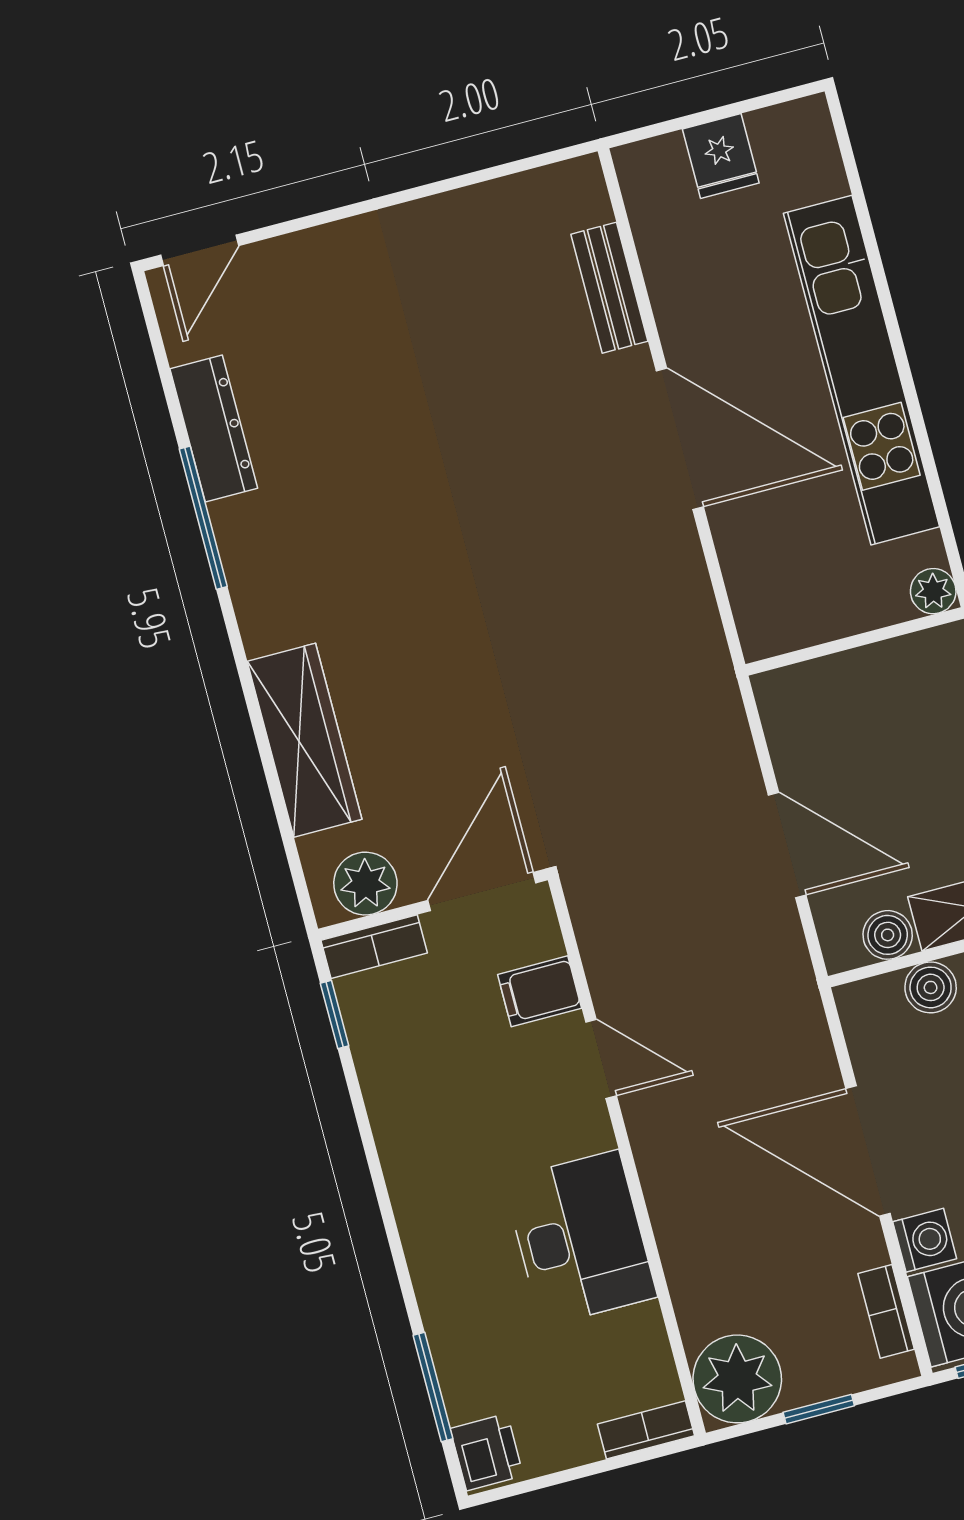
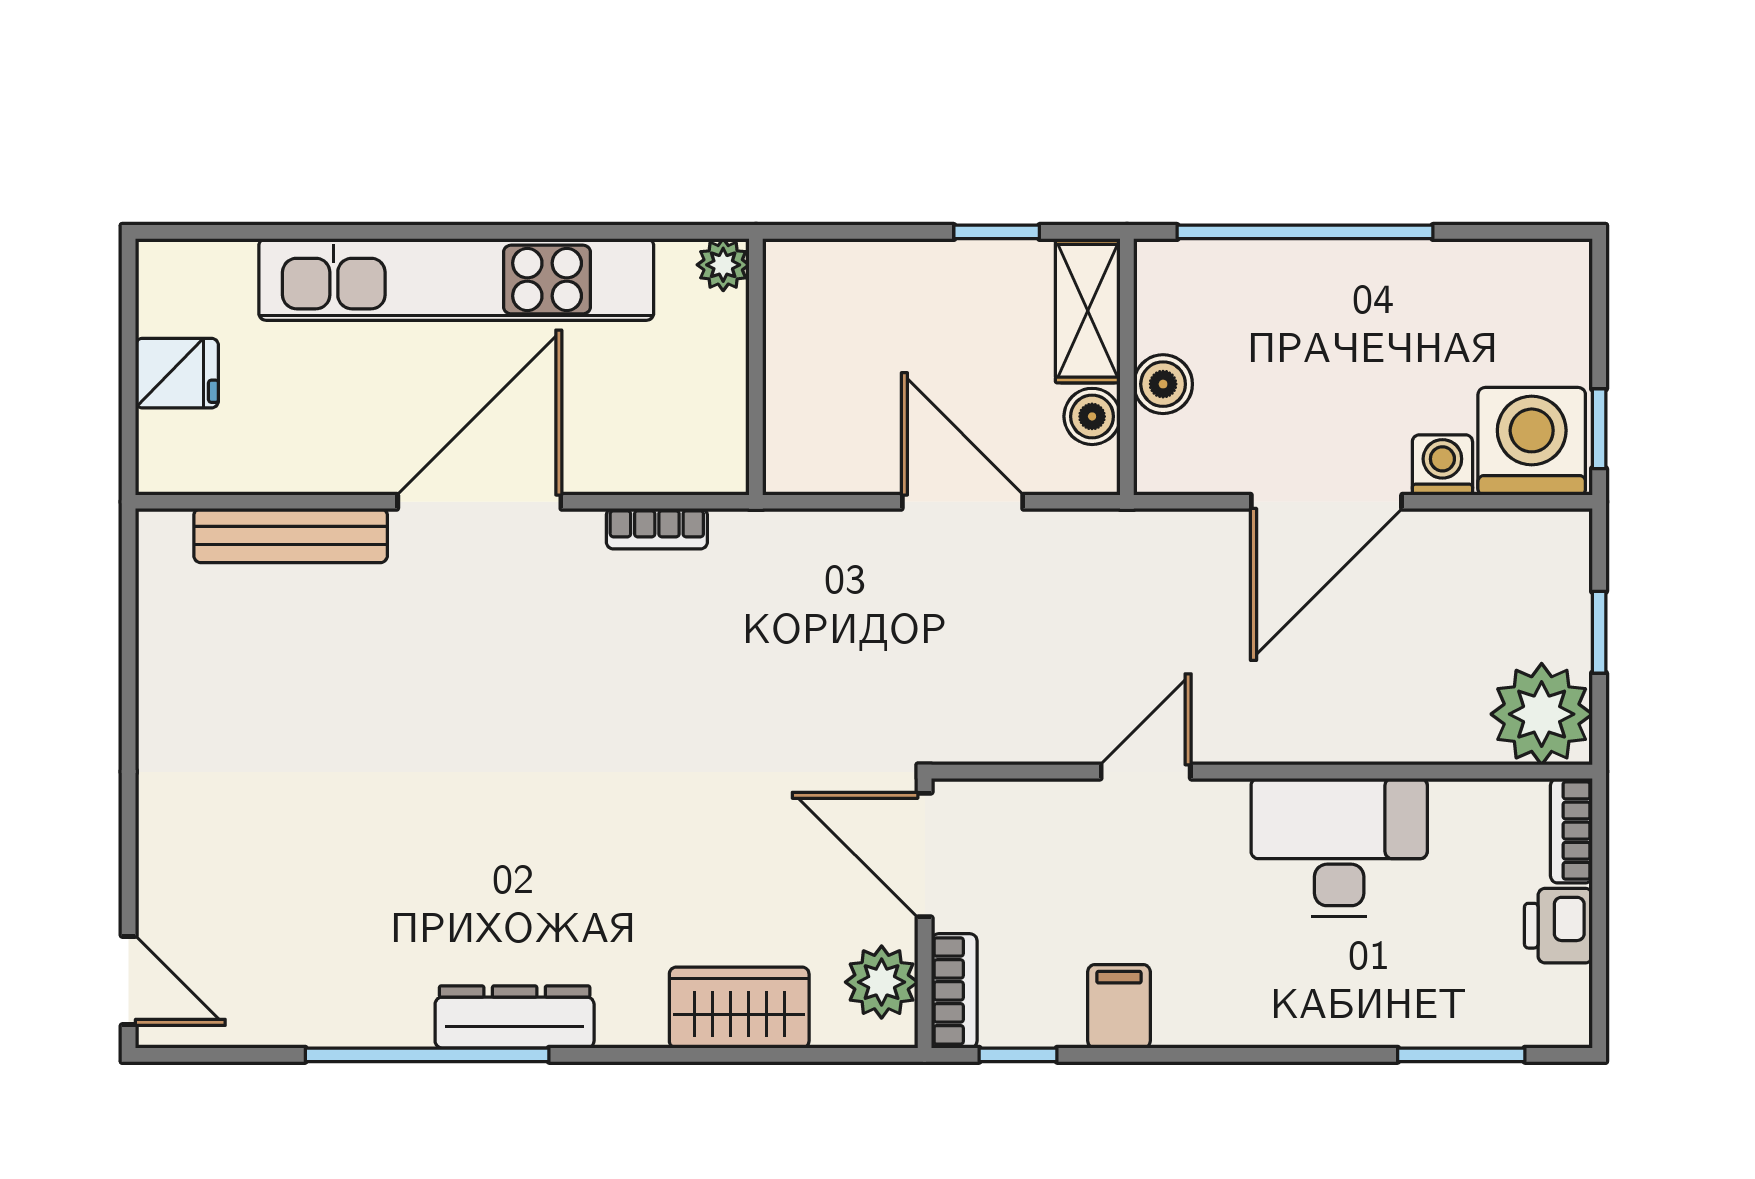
bench: (609, 288) -> (291, 536), width x1.36
dresser: (214, 429) -> (515, 1017), moved
window: (203, 518) -> (427, 1055), width x1.46
wardrobe: (305, 740) -> (739, 1008), width x0.67
door: (787, 845) -> (962, 502), hinge flipped
filing cabinet: (540, 991) -> (1119, 1006), moved, turned 180
bookcase: (886, 1311) -> (657, 529), moved
printer: (487, 1452) -> (1558, 926), moved, turned -90

